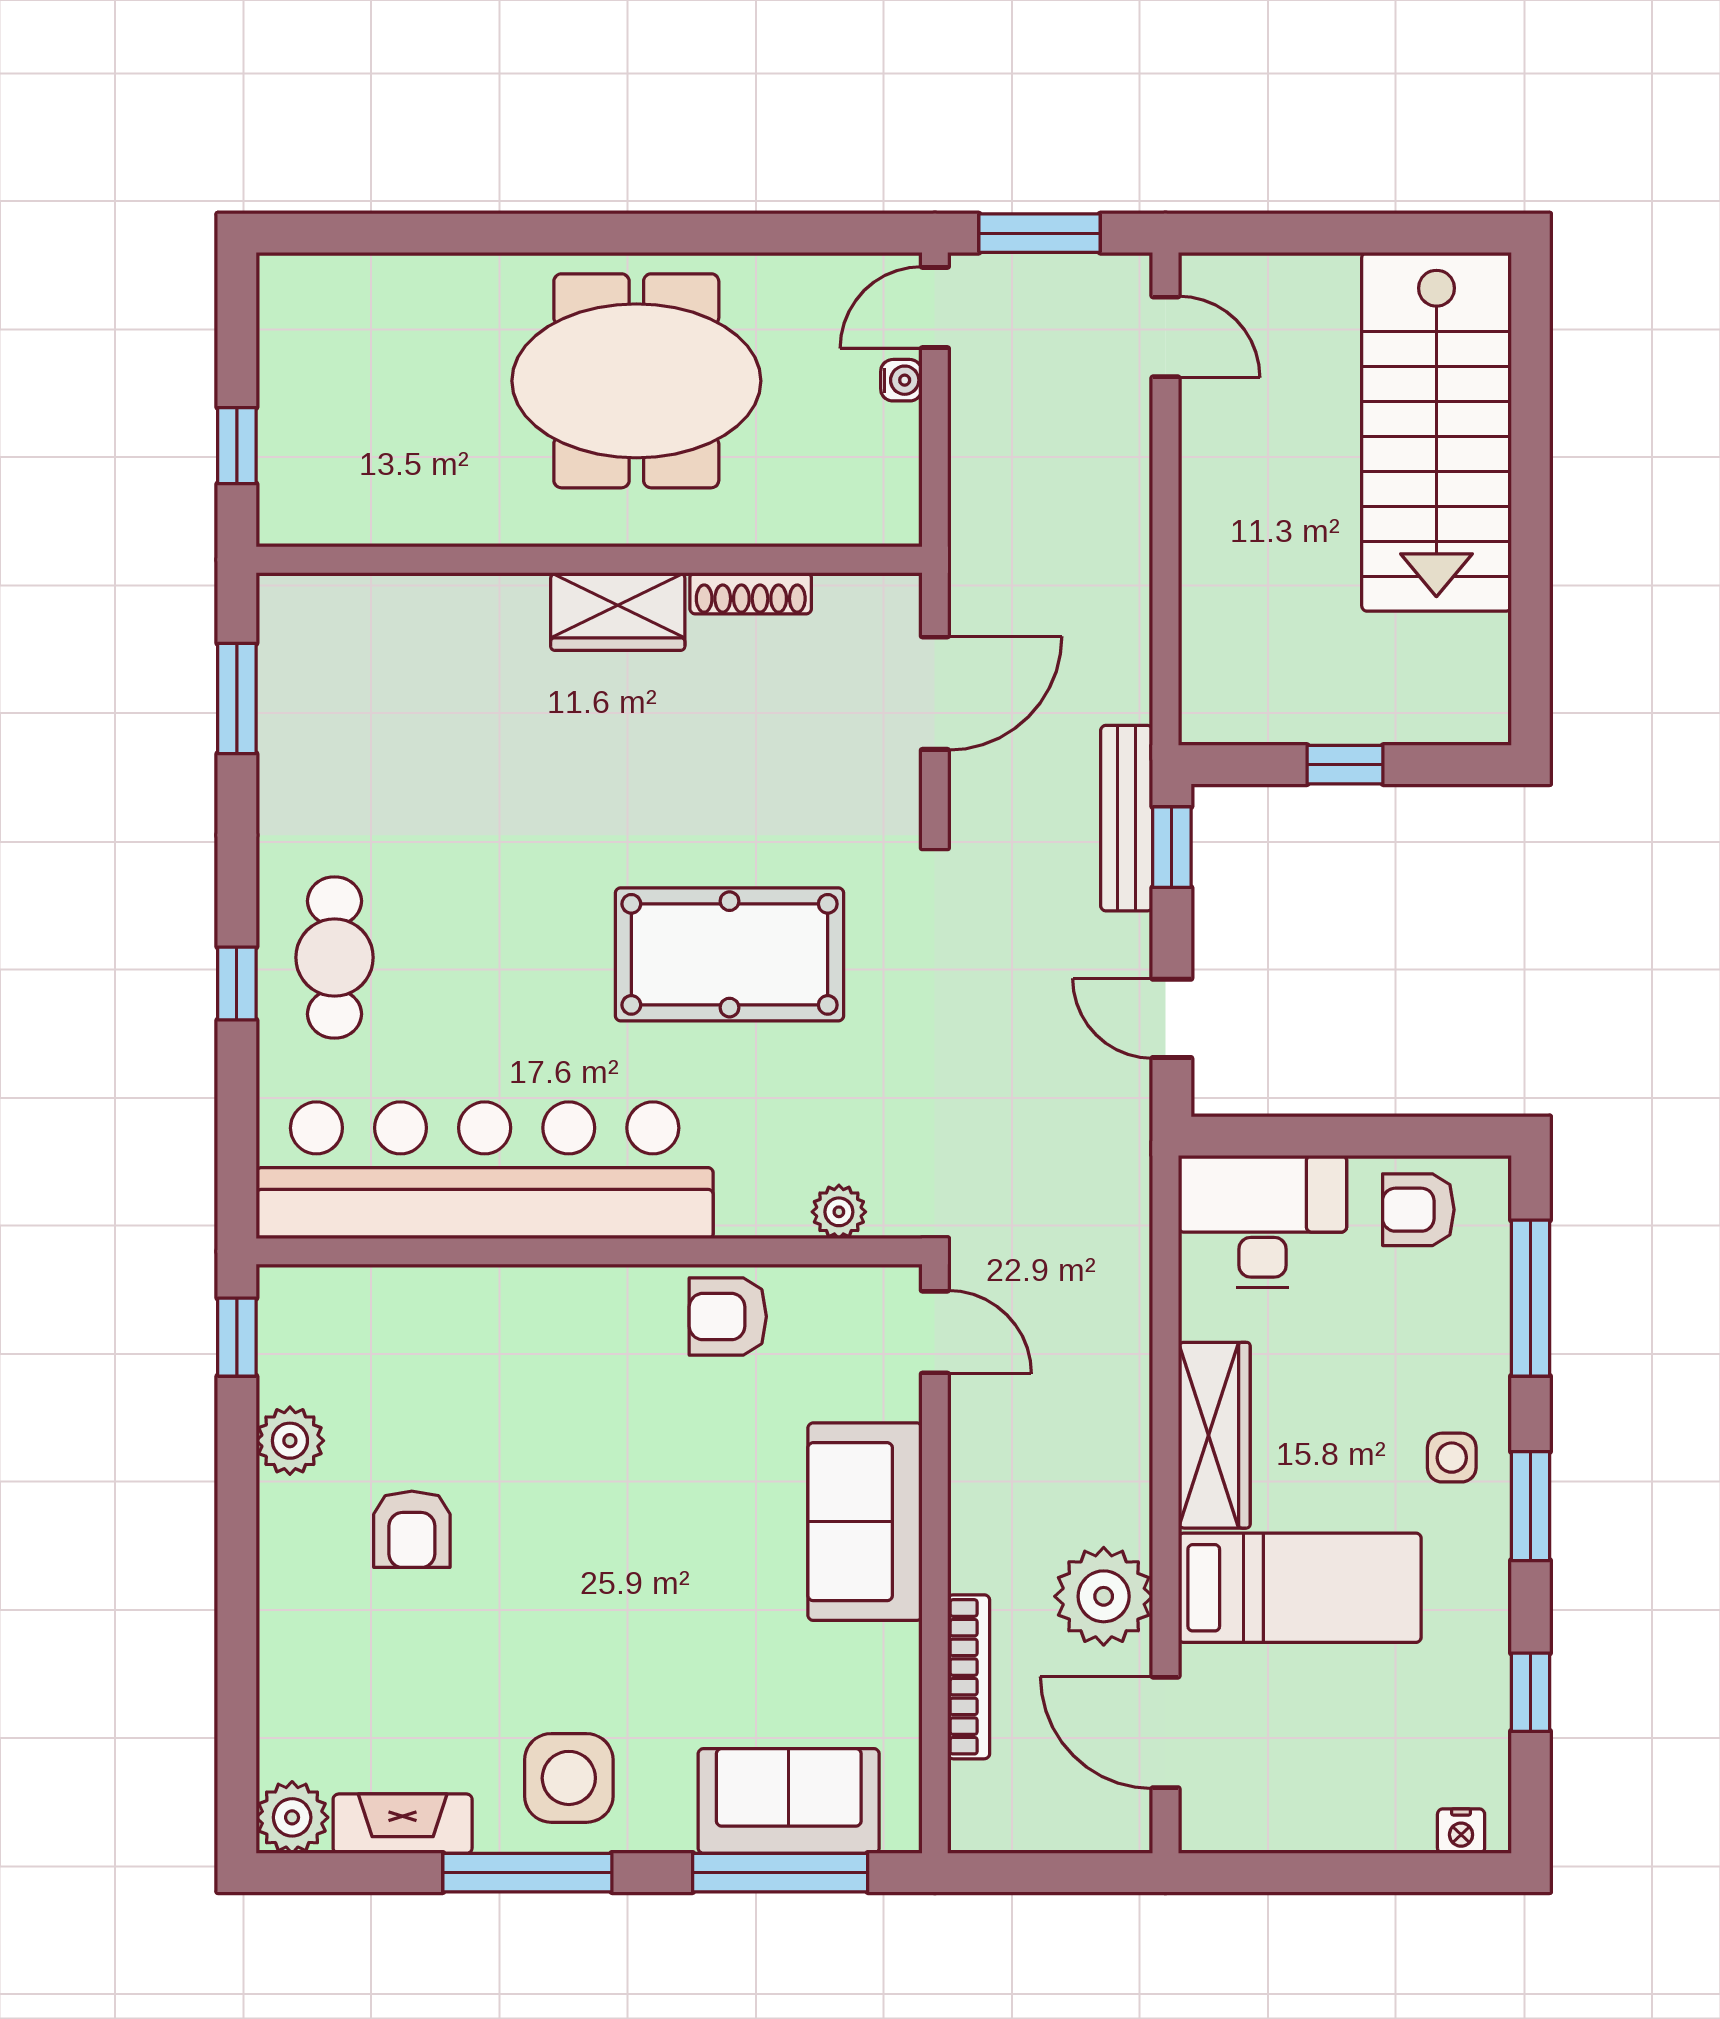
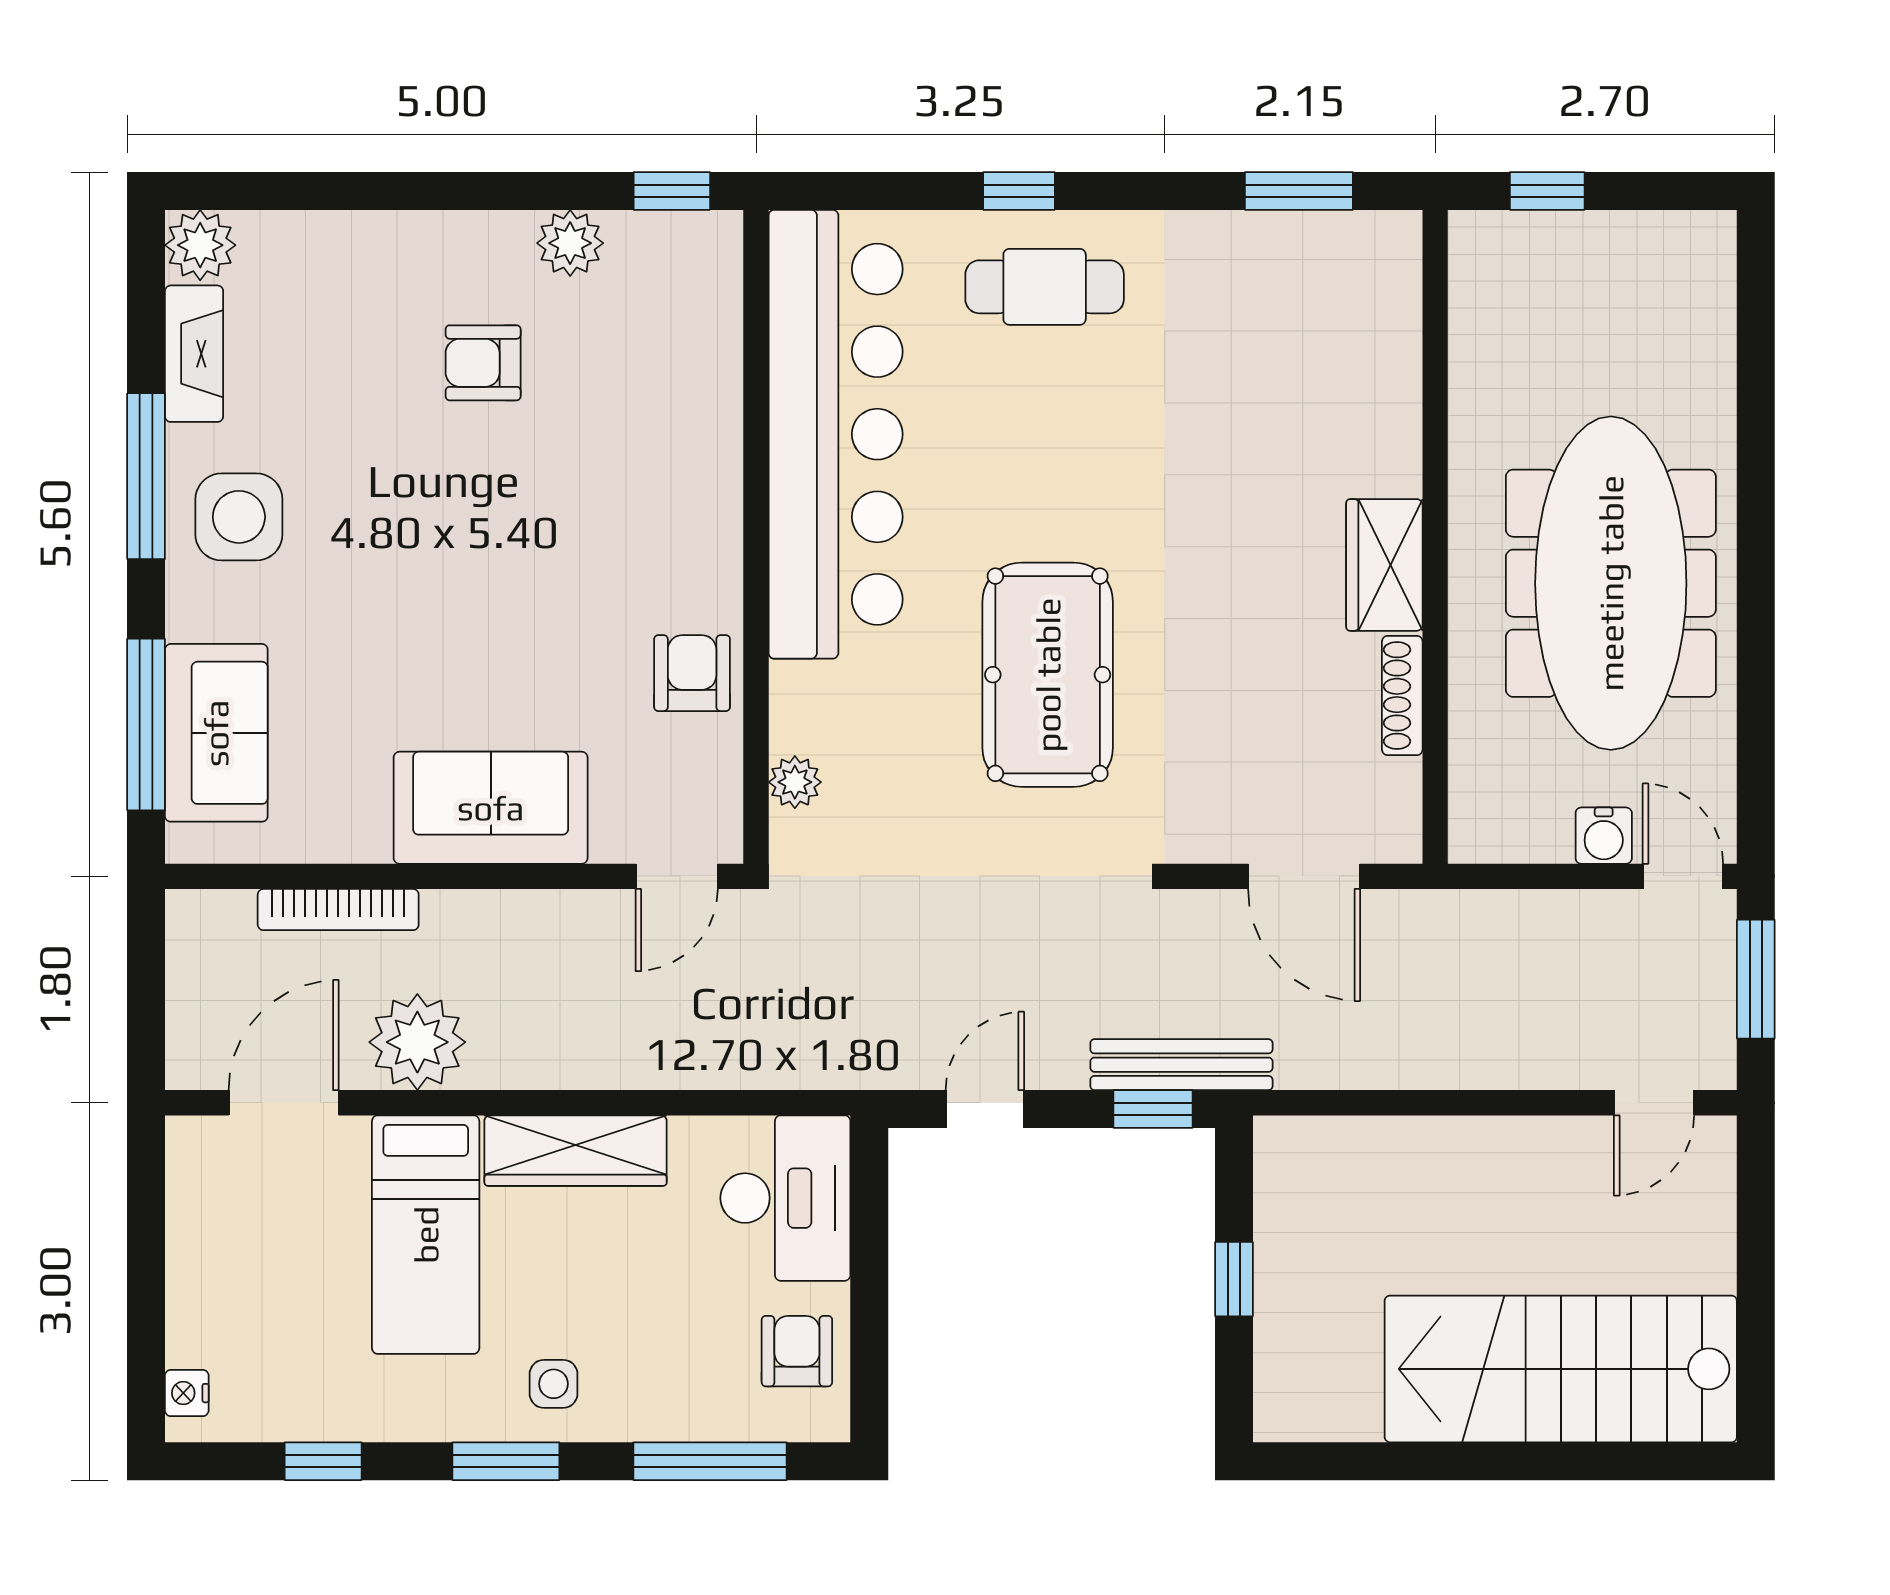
water cooler: (901, 380) -> (1604, 836), width x1.38, depth x1.38
meeting table: (636, 381) -> (1611, 583), width x1.36

